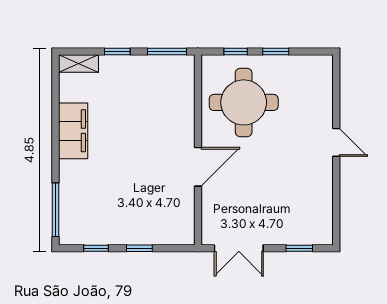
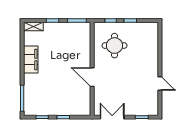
round table: (244, 102) -> (114, 46), width x0.73, depth x0.73
door: (336, 142) -> (160, 83), moved
door: (198, 167) -> (92, 77), swing flipped
double door: (239, 248) -> (112, 117), swing flipped

